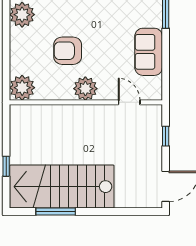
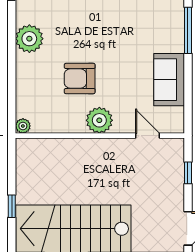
plant: (22, 88) -> (23, 126), width x0.53, depth x0.53

